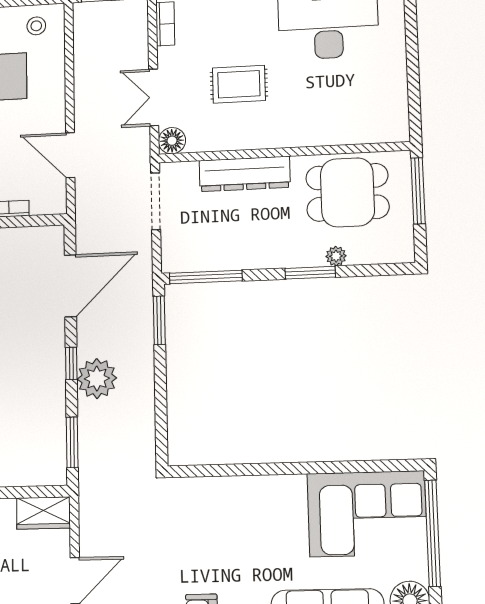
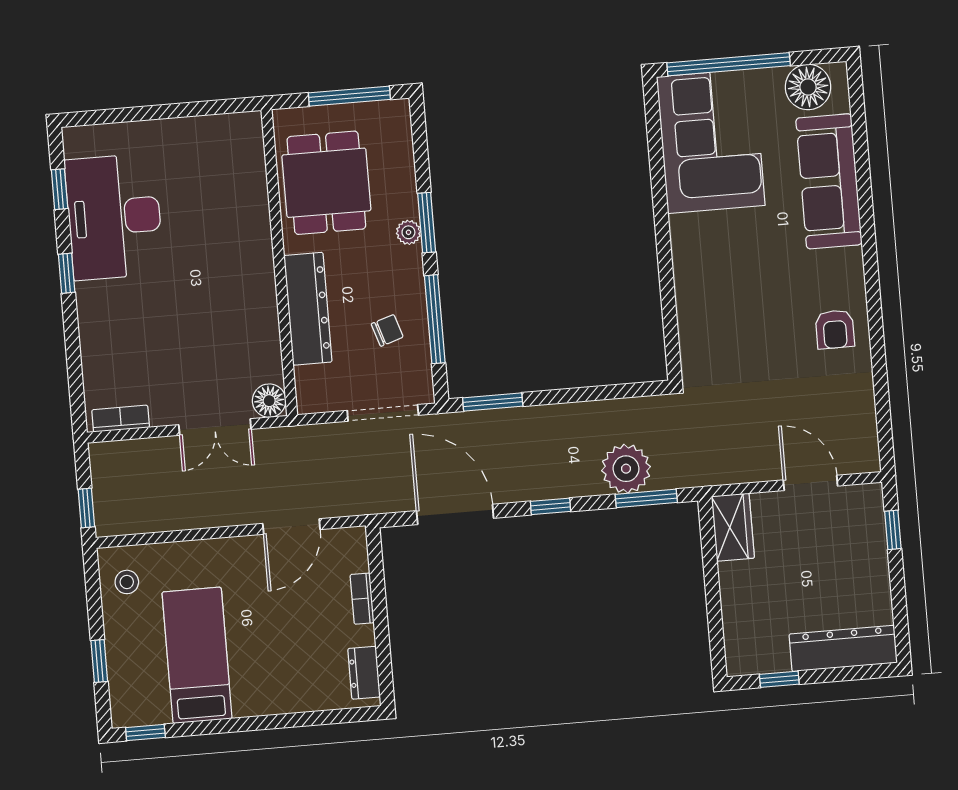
rug: (239, 84) -> (195, 322), removed
window: (418, 191) -> (349, 96), moved
doorway: (156, 201) -> (383, 413), moved
chair: (223, 237) -> (387, 330), added
plant: (336, 256) -> (408, 232), moved
window: (206, 277) -> (435, 319), moved
plant: (97, 378) -> (626, 469), moved

